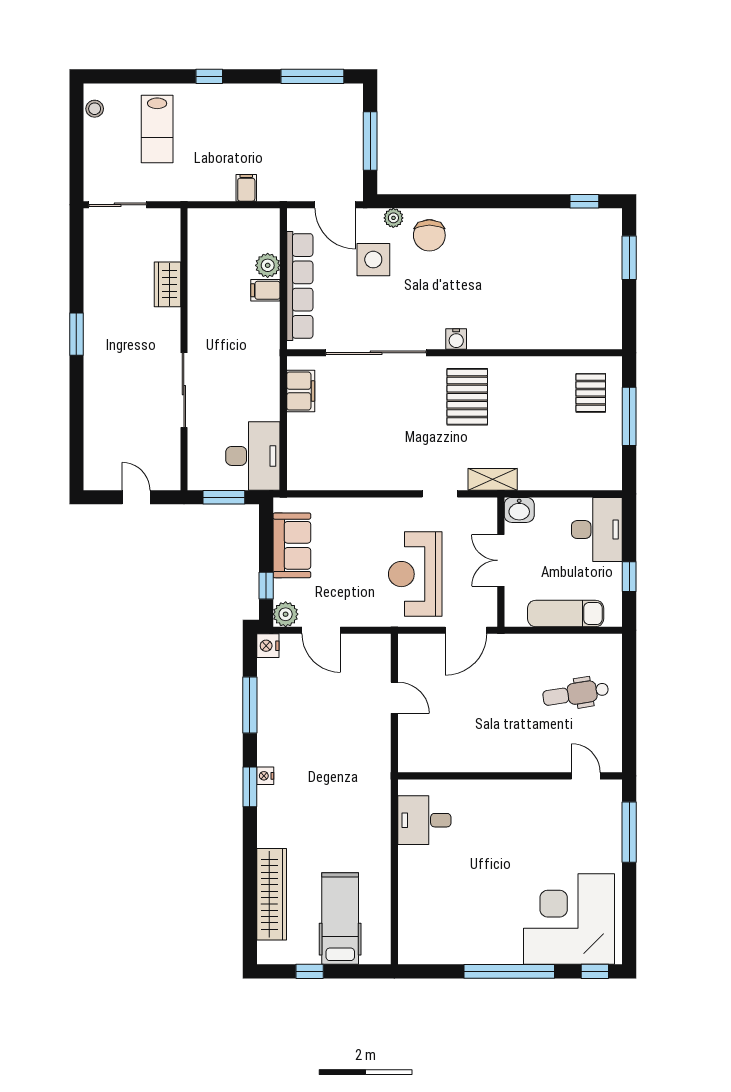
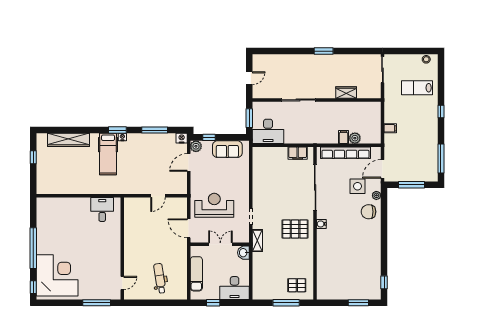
hospital bed: (340, 918) -> (108, 154), moved, turned 90

